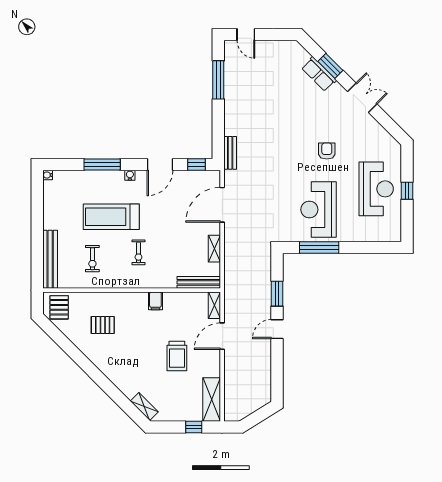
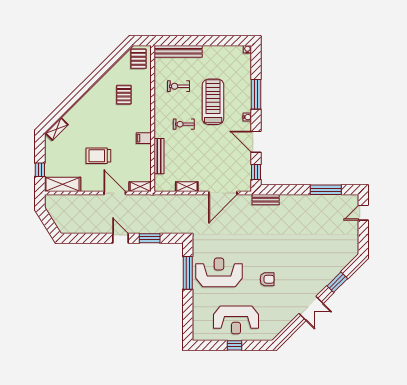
row of seats: (319, 74) -> (331, 273), removed
door: (222, 205) -> (223, 193), swing flipped
bench: (199, 282) -> (159, 156), moved
pallet: (59, 307) -> (138, 59), turned 90

